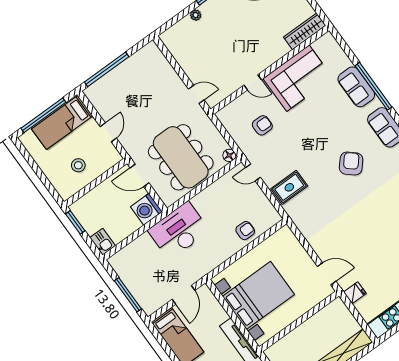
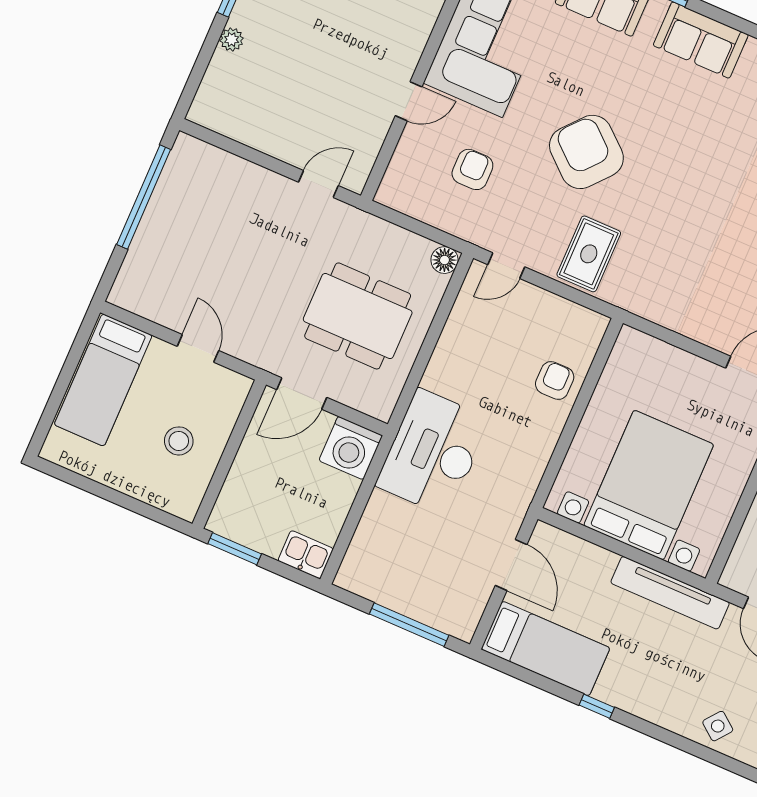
window: (107, 69) -> (144, 197), moved
window: (43, 115) -> (61, 387), removed
dining table: (181, 157) -> (358, 316), width x0.73, depth x0.80
armchair: (351, 164) -> (586, 152), moved, width x1.36, depth x1.36

